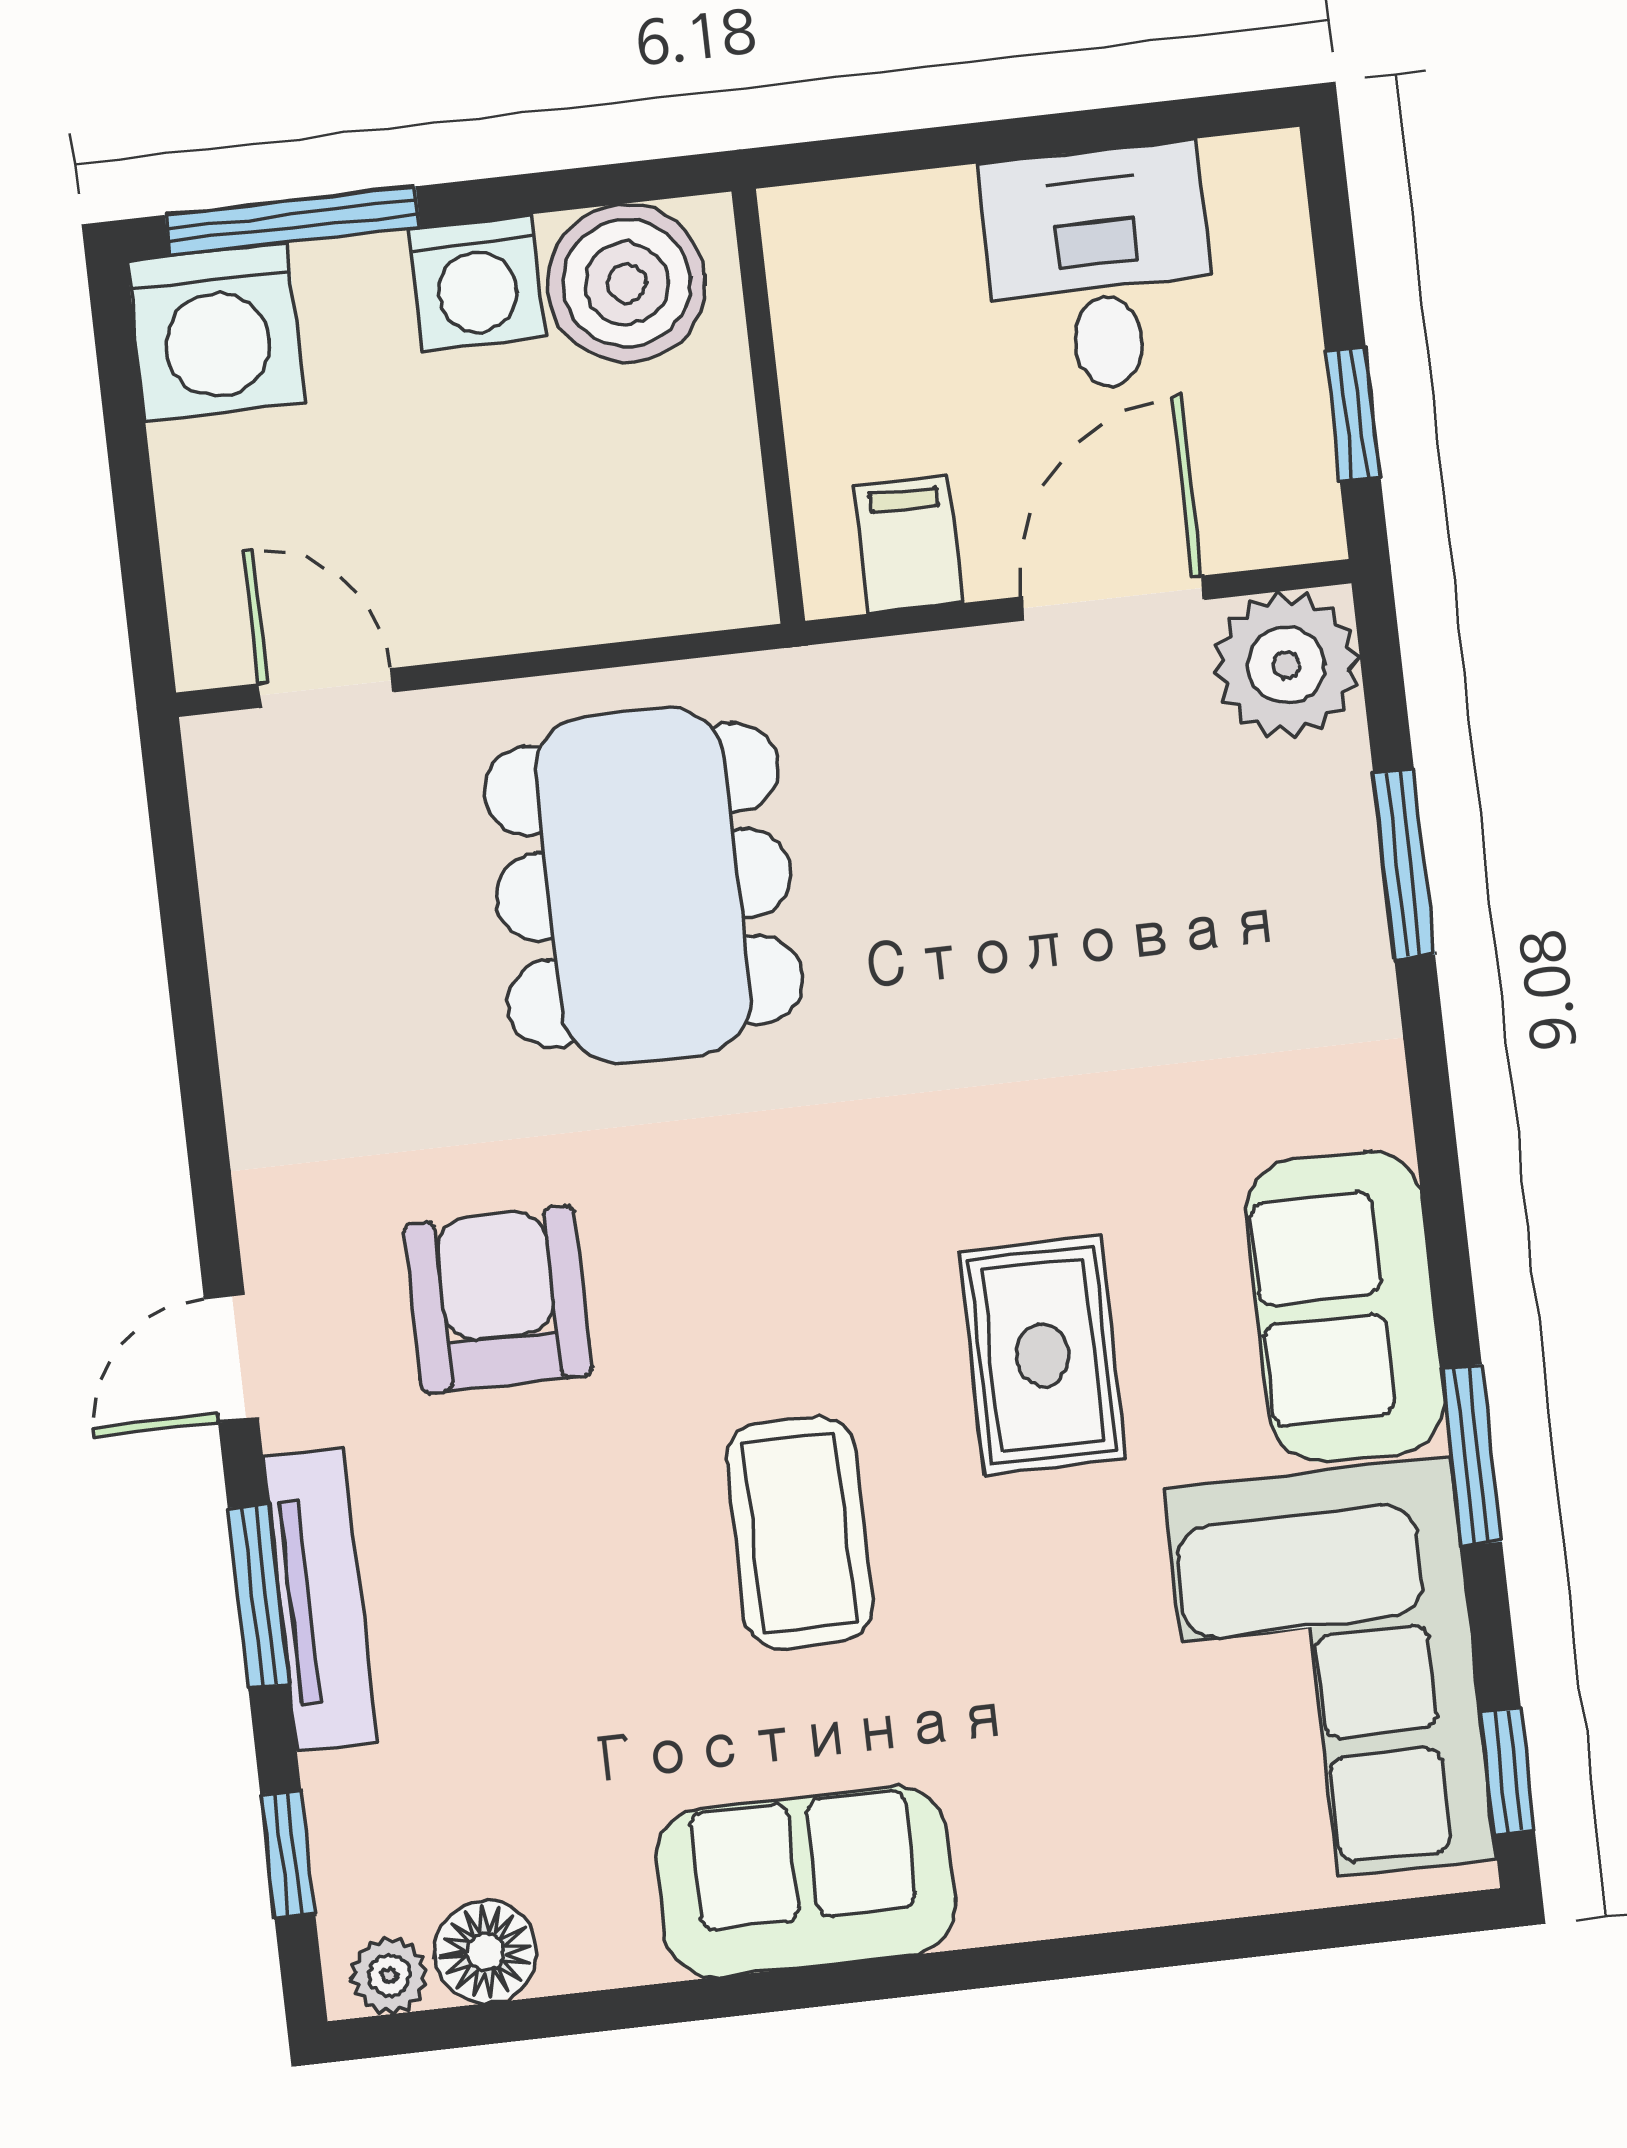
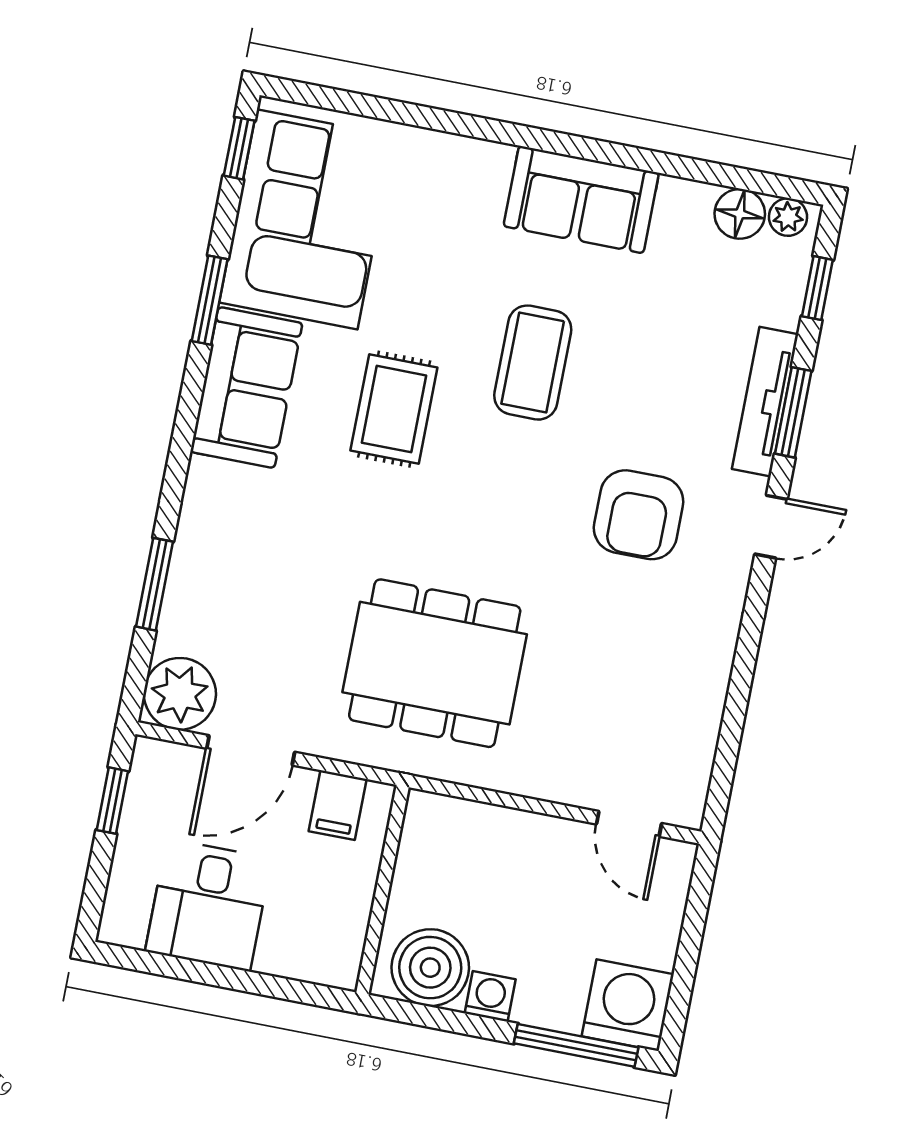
washing machine: (477, 282) -> (490, 996), width x0.73, depth x0.73
dining table: (643, 885) -> (435, 663), moved, turned 90

